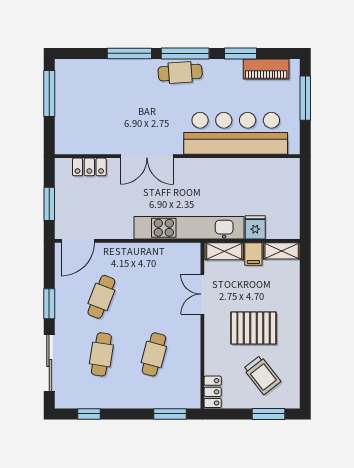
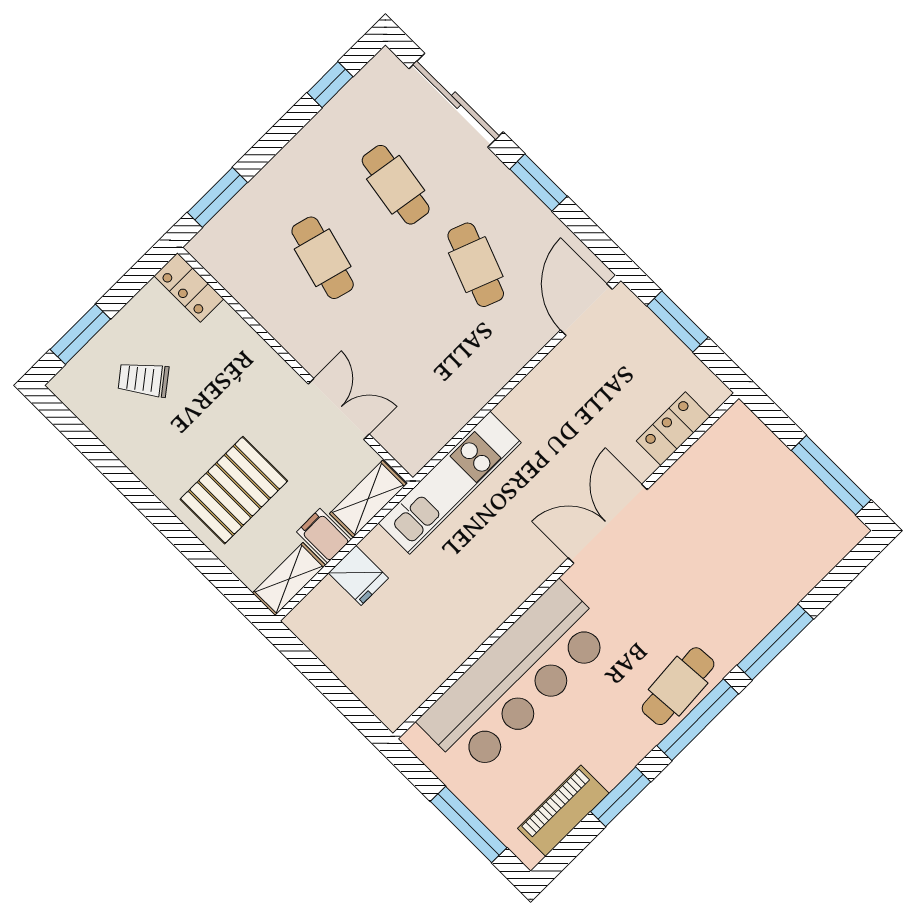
kitchen unit: (189, 228) -> (450, 483), width x0.73
pallet: (254, 328) -> (234, 490), moved
trolley: (262, 375) -> (143, 379), width x0.73, depth x0.72

